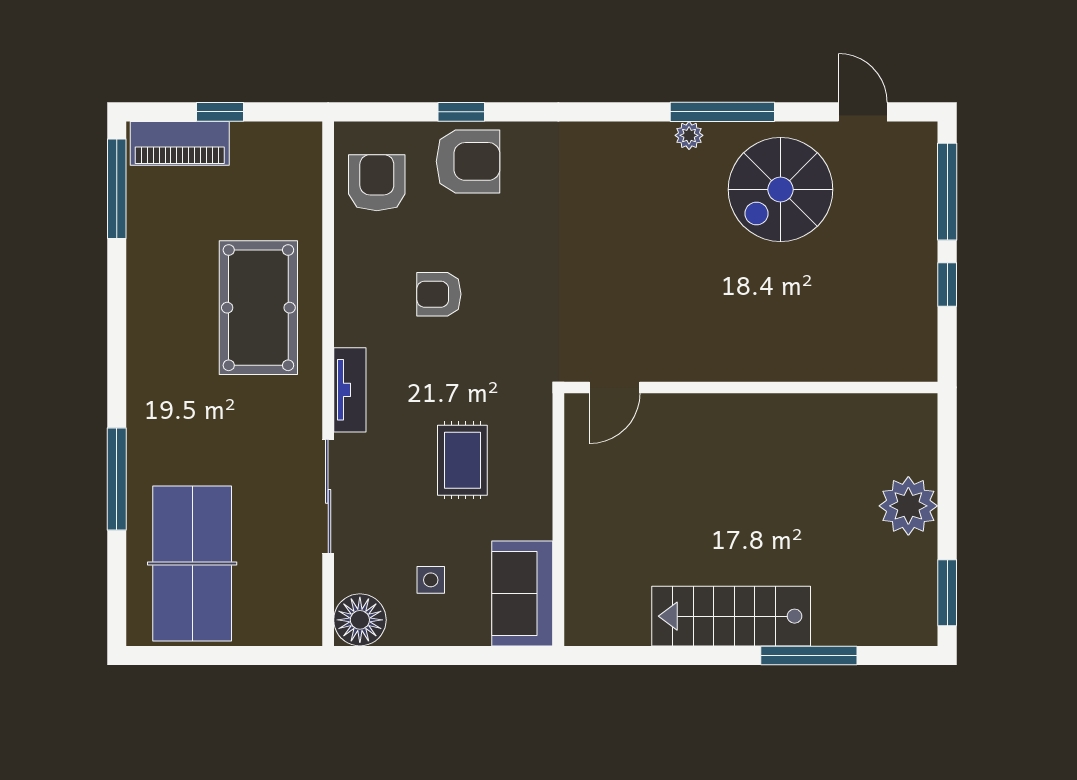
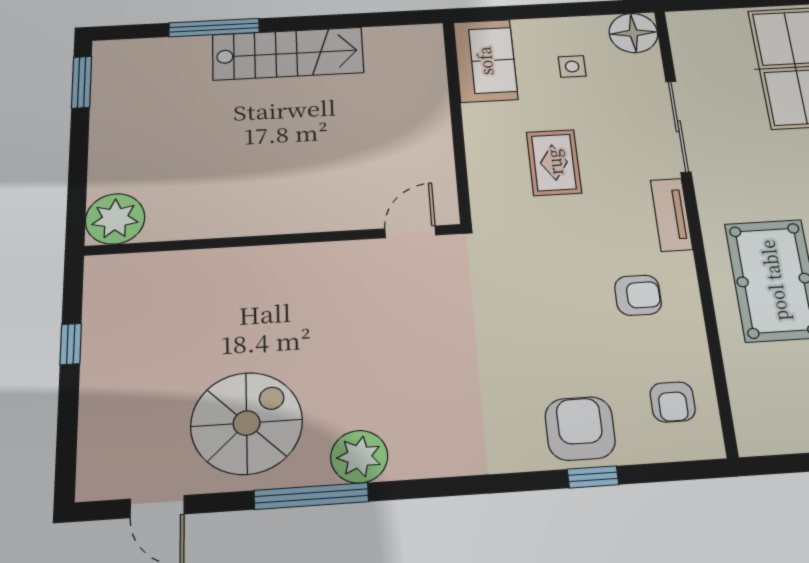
plant: (689, 135) -> (359, 457), width x1.88, depth x1.88
armchair: (468, 161) -> (580, 429), turned 90
armchair: (377, 183) -> (673, 402), width x0.72, depth x0.72
window: (947, 192) -> (67, 433), removed
armchair: (439, 294) -> (638, 295), moved
plant: (908, 506) -> (115, 219), moved

